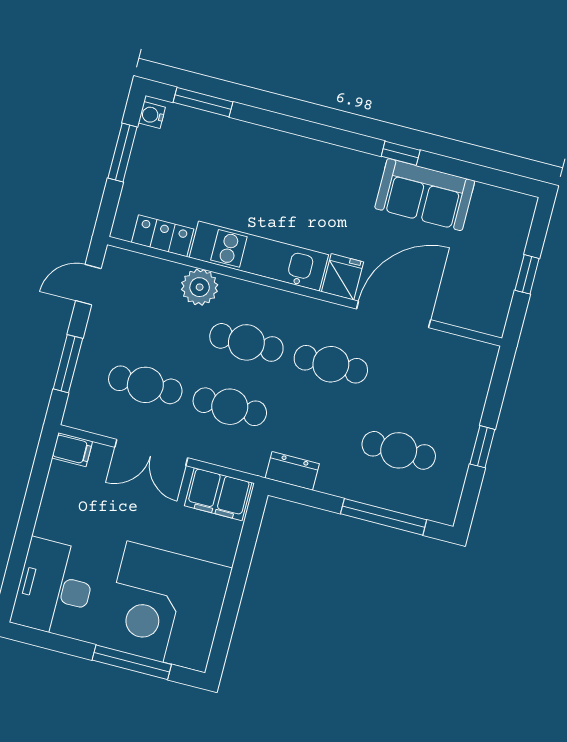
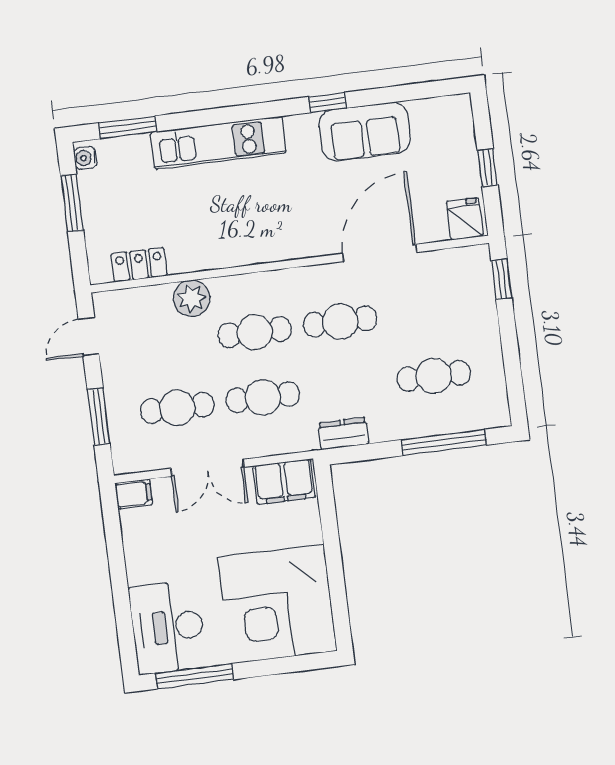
kitchen unit: (259, 256) -> (218, 143), moved, turned 180
fridge: (343, 277) -> (465, 219), moved
window: (482, 447) -> (502, 279), moved
window: (132, 662) -> (194, 676), moved

